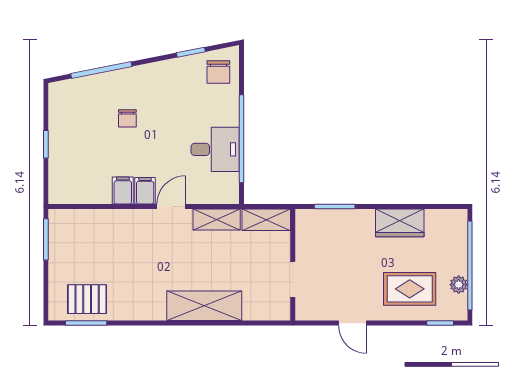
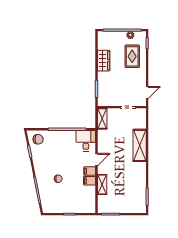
desk: (215, 149) -> (86, 141), moved
door: (171, 207) -> (97, 160), swing flipped
shelving: (217, 219) -> (102, 185), moved
pallet: (87, 299) -> (137, 196), removed
door: (352, 323) -> (147, 93), moved

